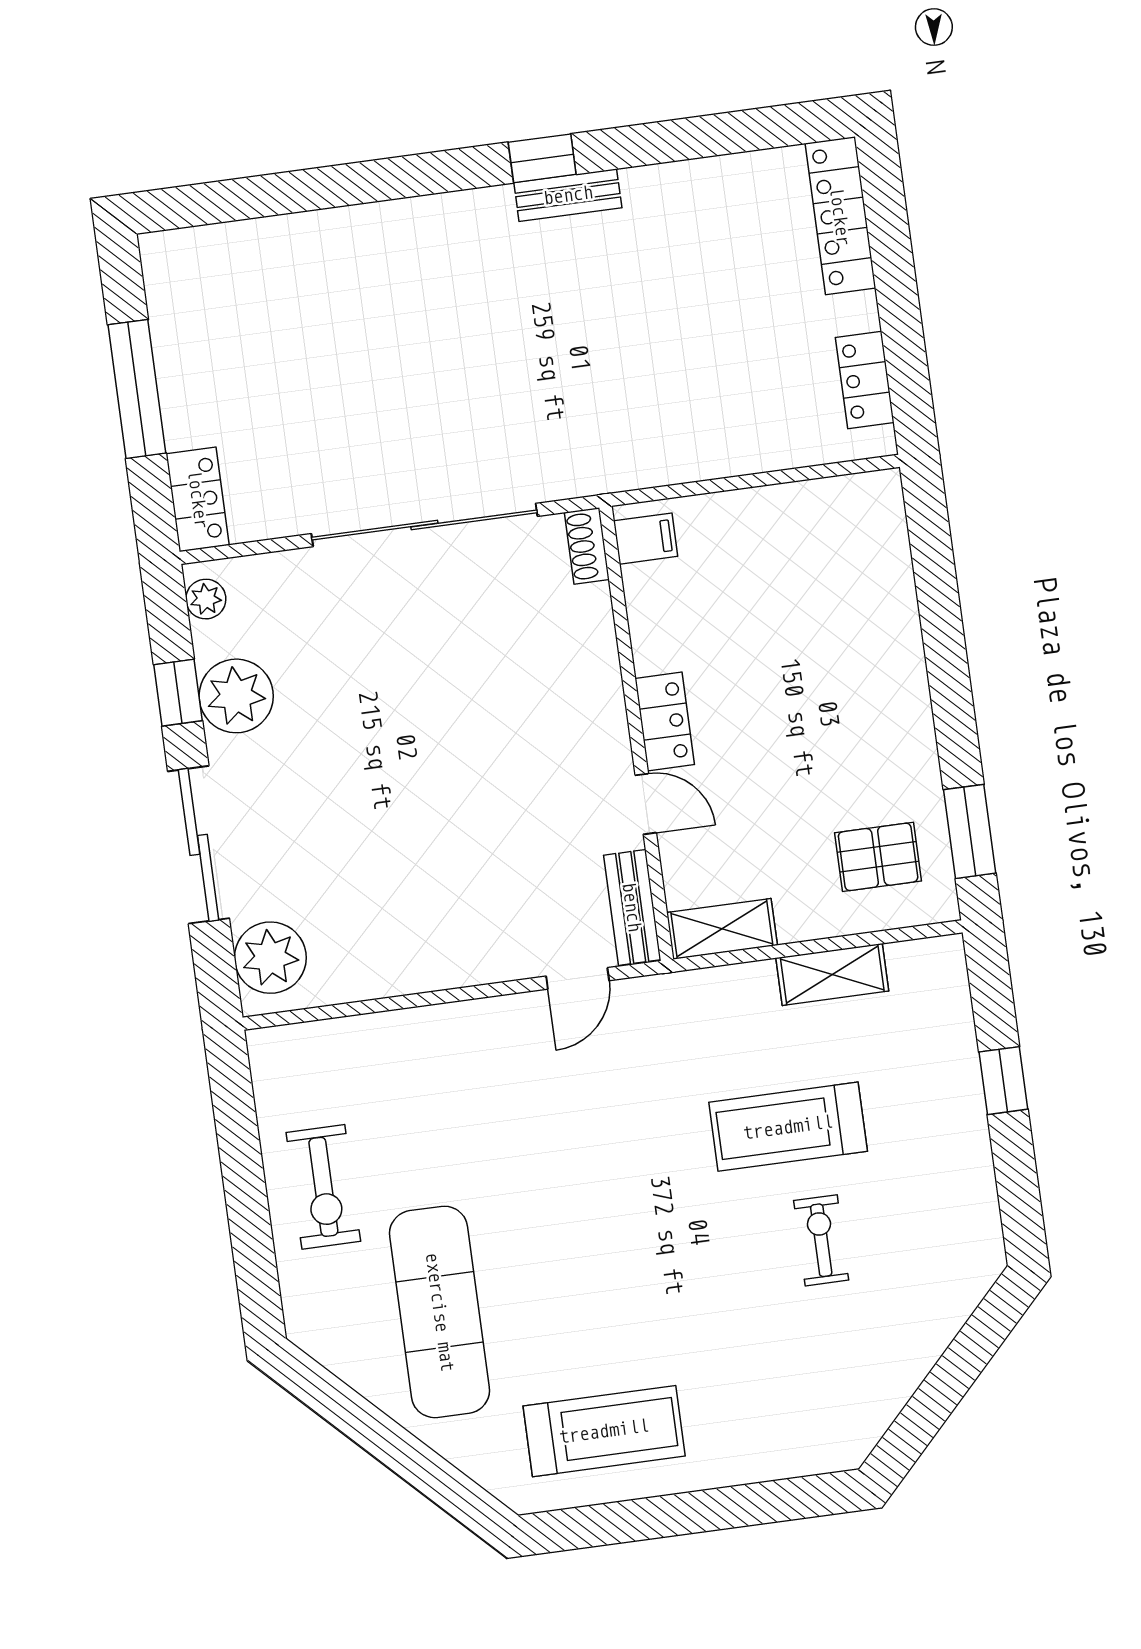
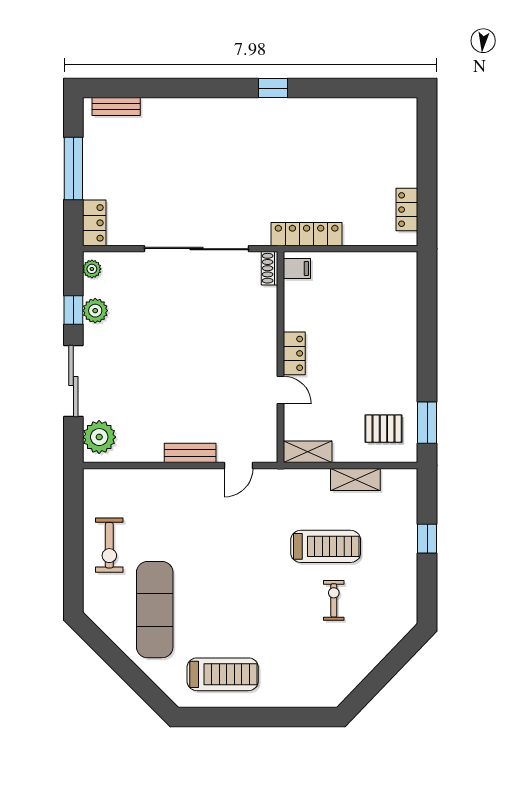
bench: (568, 195) -> (116, 107), moved
locker: (840, 216) -> (307, 234), moved, turned 90
plant: (236, 696) -> (95, 311), width x0.73, depth x0.73
bench: (632, 907) -> (190, 453), moved, turned 90
treadmill: (788, 1127) -> (326, 546), turned 180

